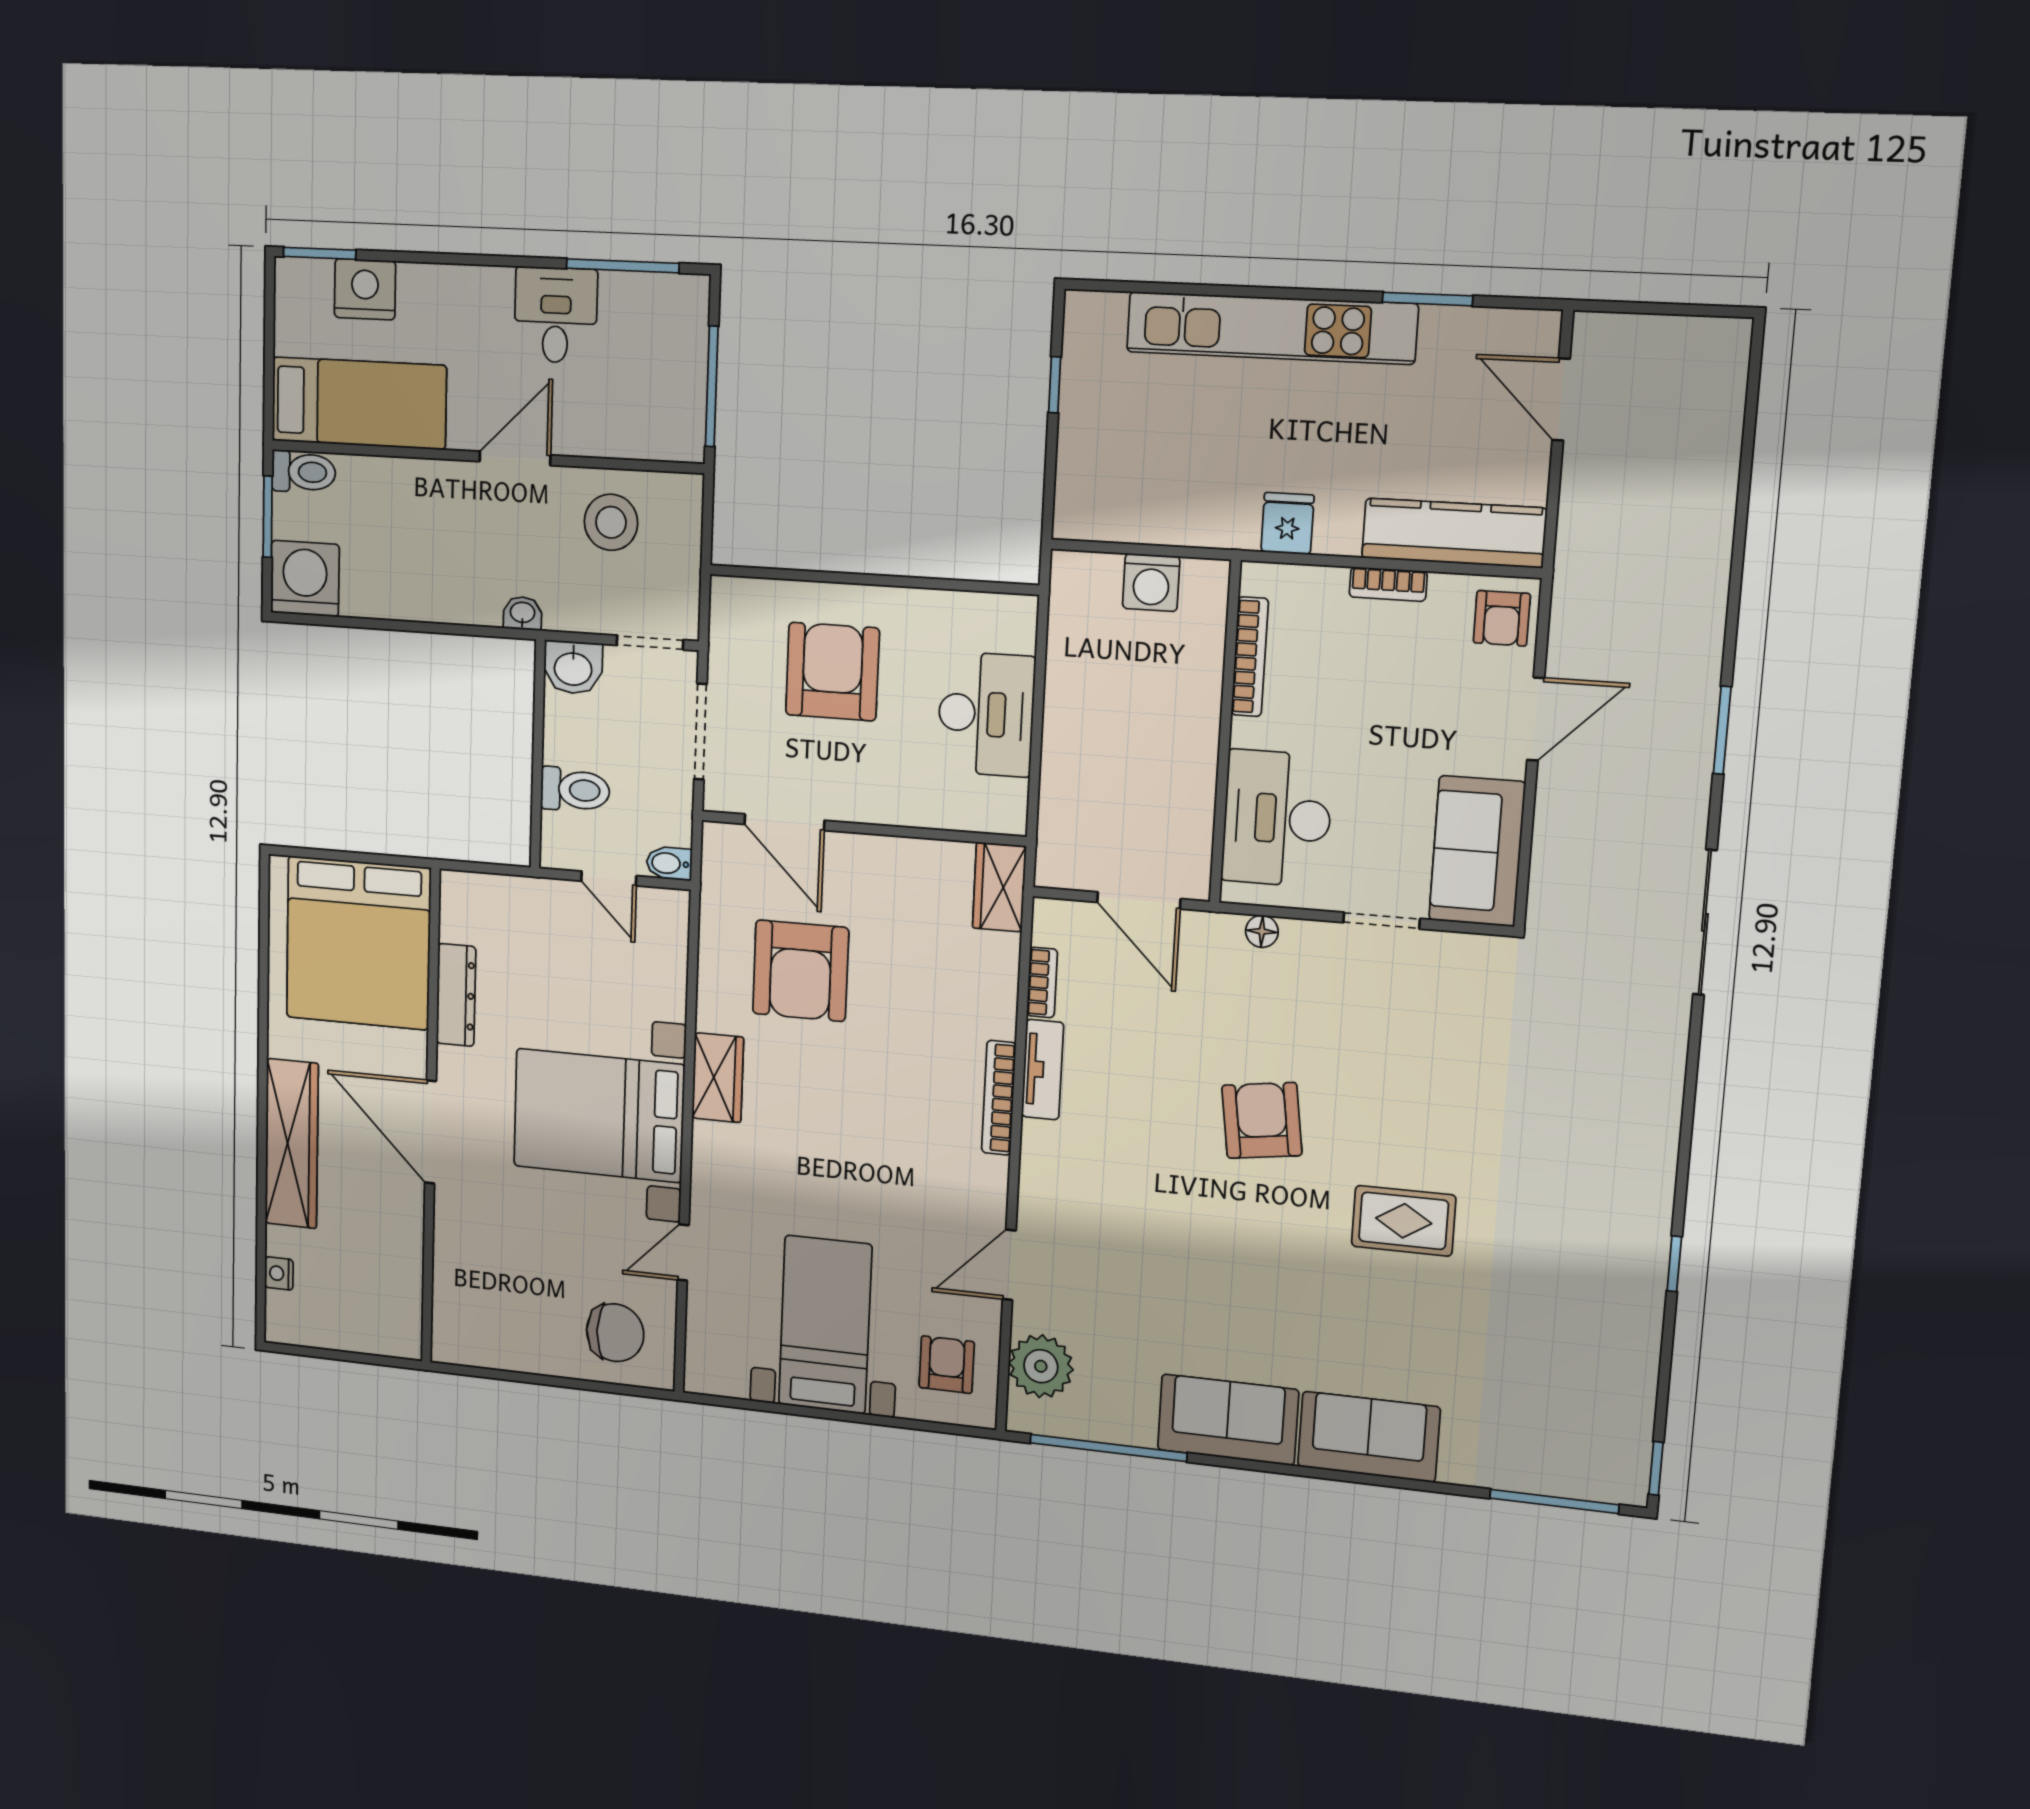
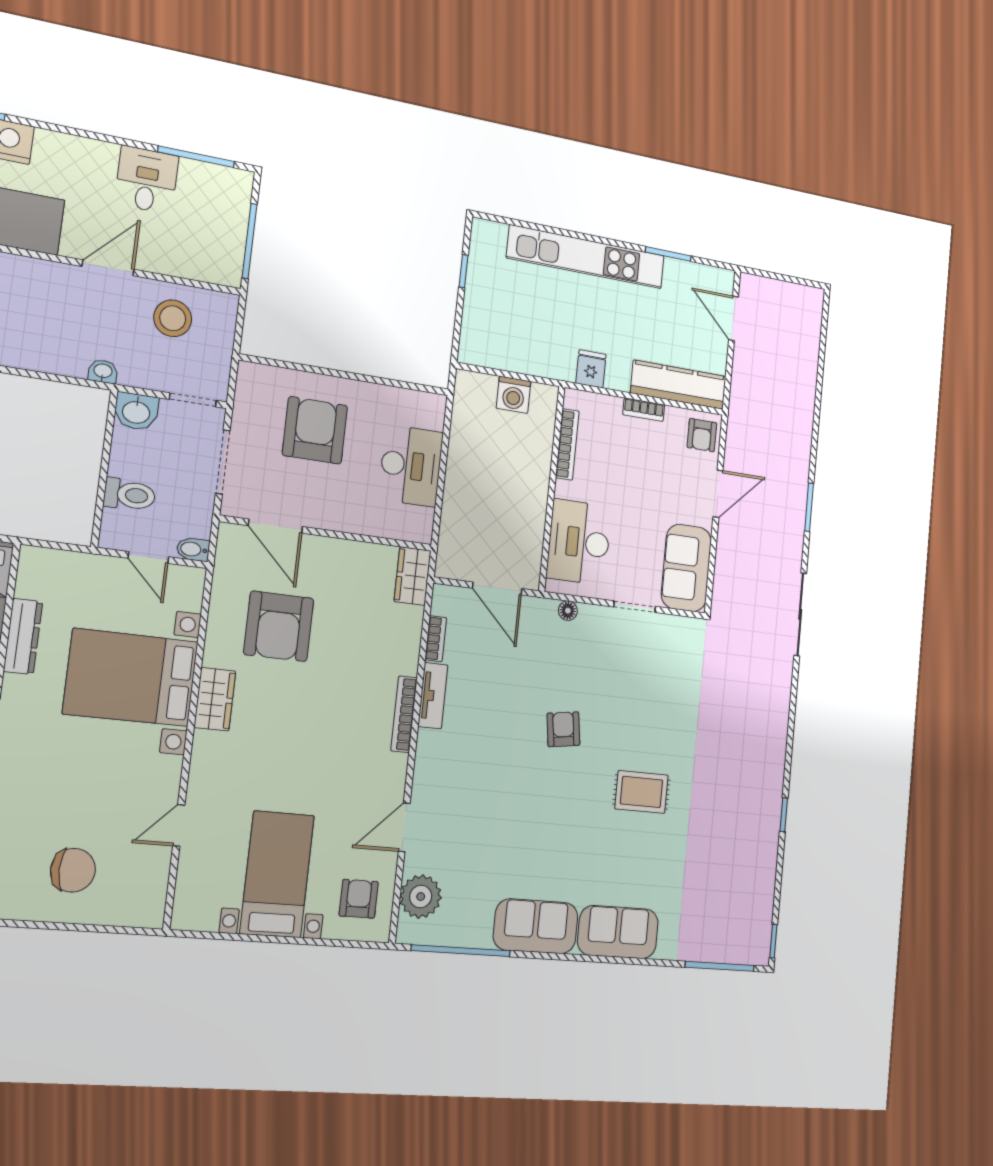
bed with nightstands: (599, 1116) -> (131, 678), moved
armchair: (1262, 1120) -> (563, 729), width x0.72, depth x0.72
chair: (615, 1333) -> (73, 870), moved

